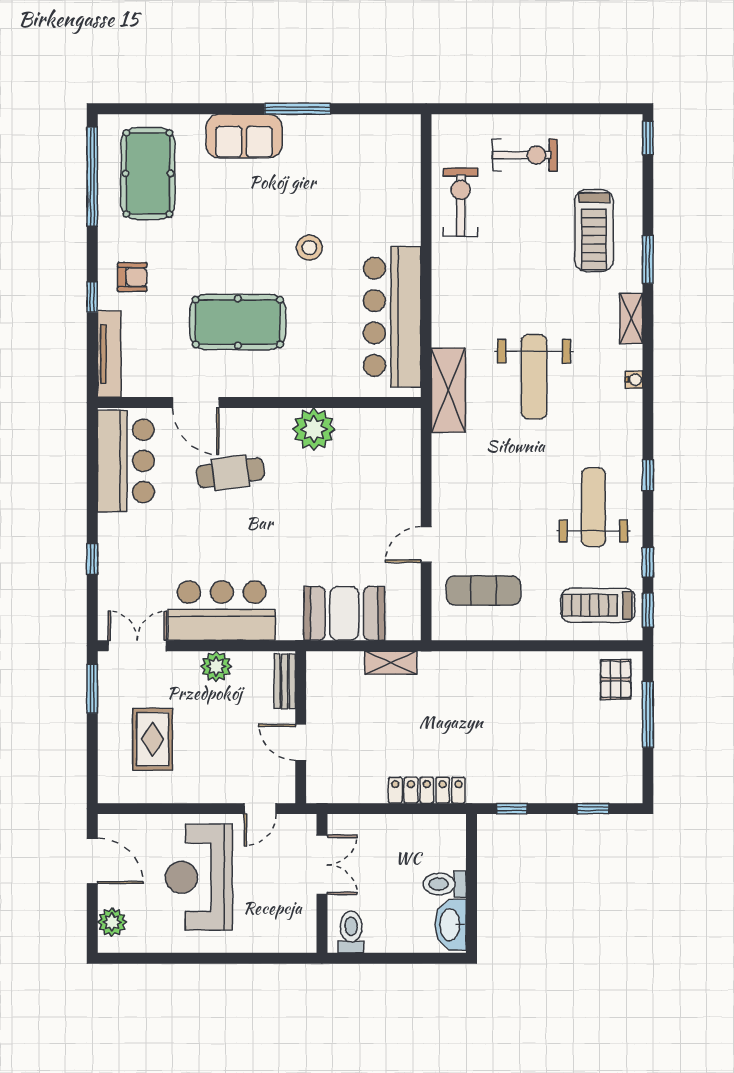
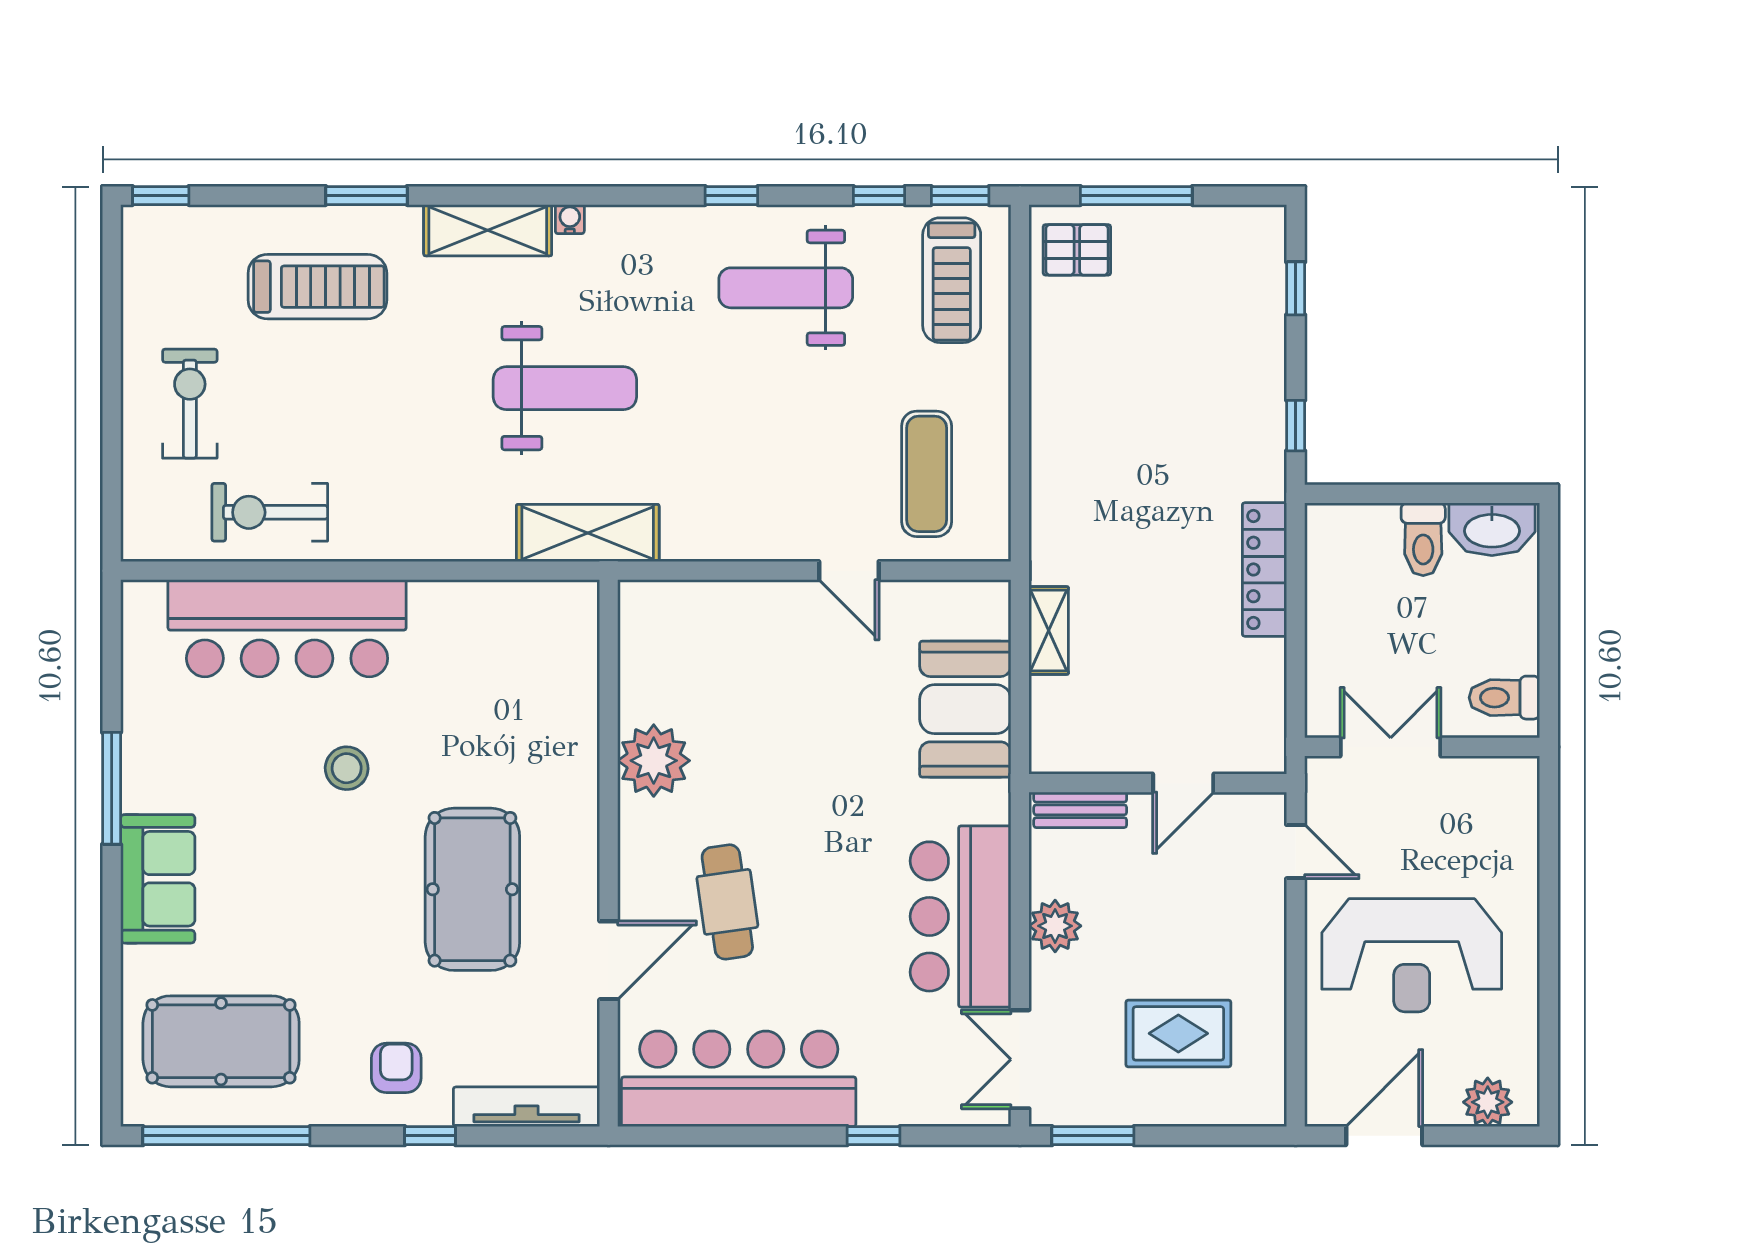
bar counter: (392, 317) -> (287, 628), moved
shelving: (631, 318) -> (488, 230), width x1.50, depth x1.33
bar counter: (126, 461) -> (739, 1079), width x1.36

